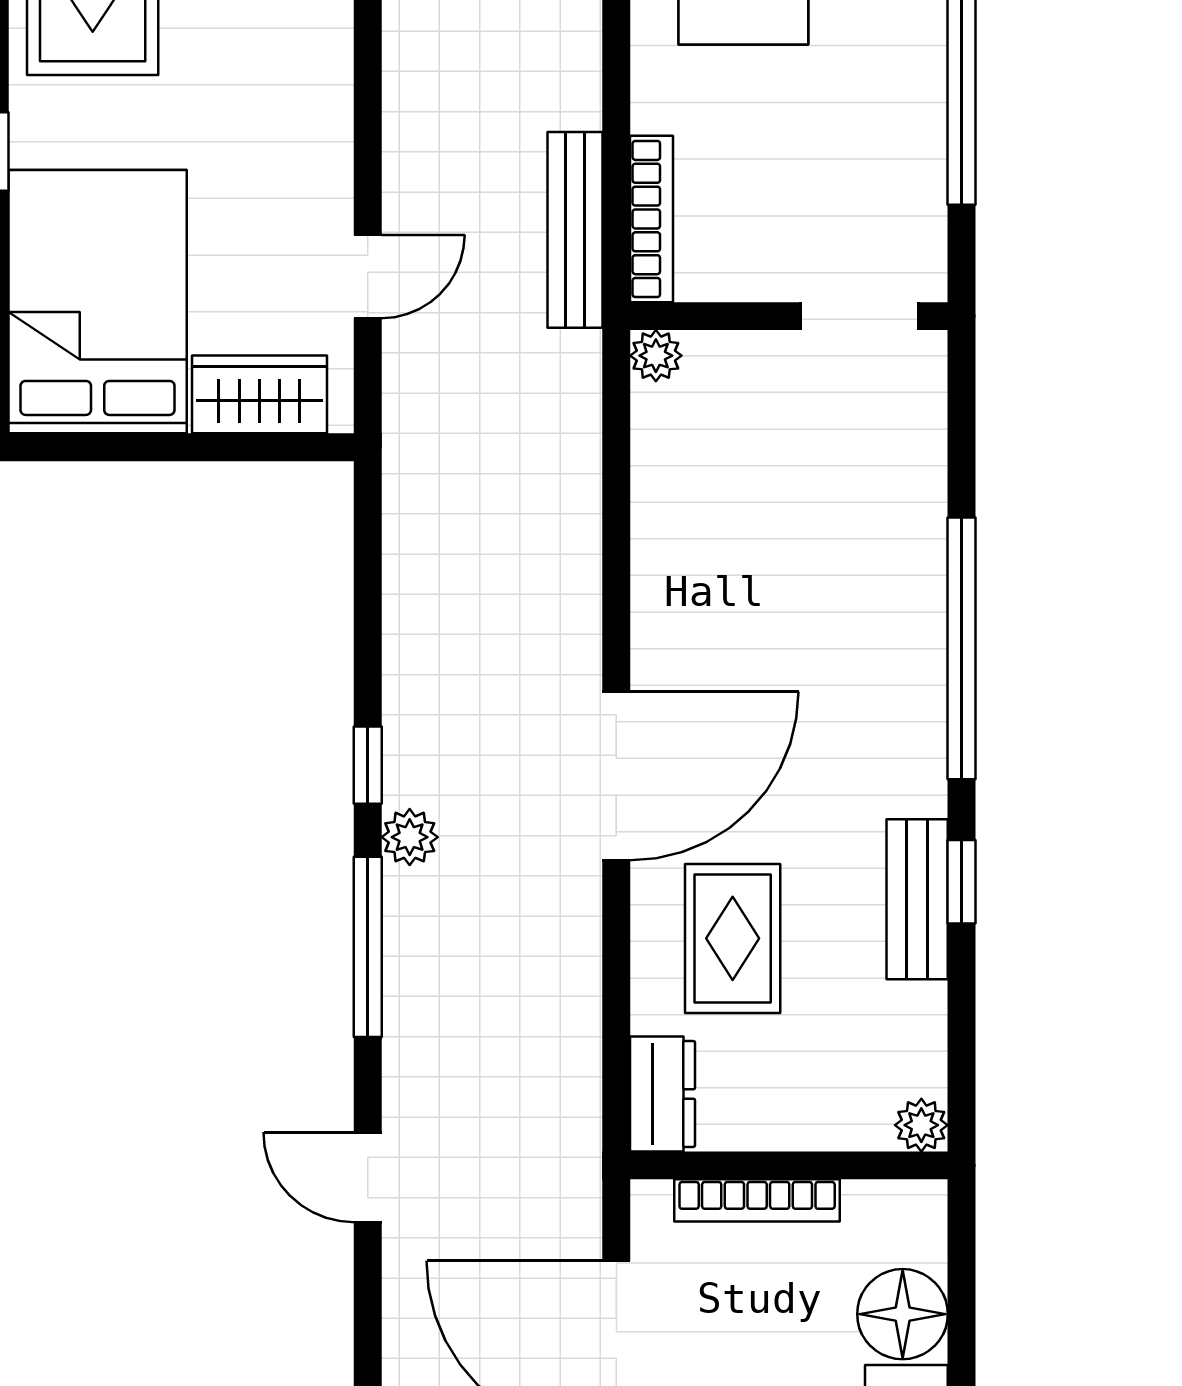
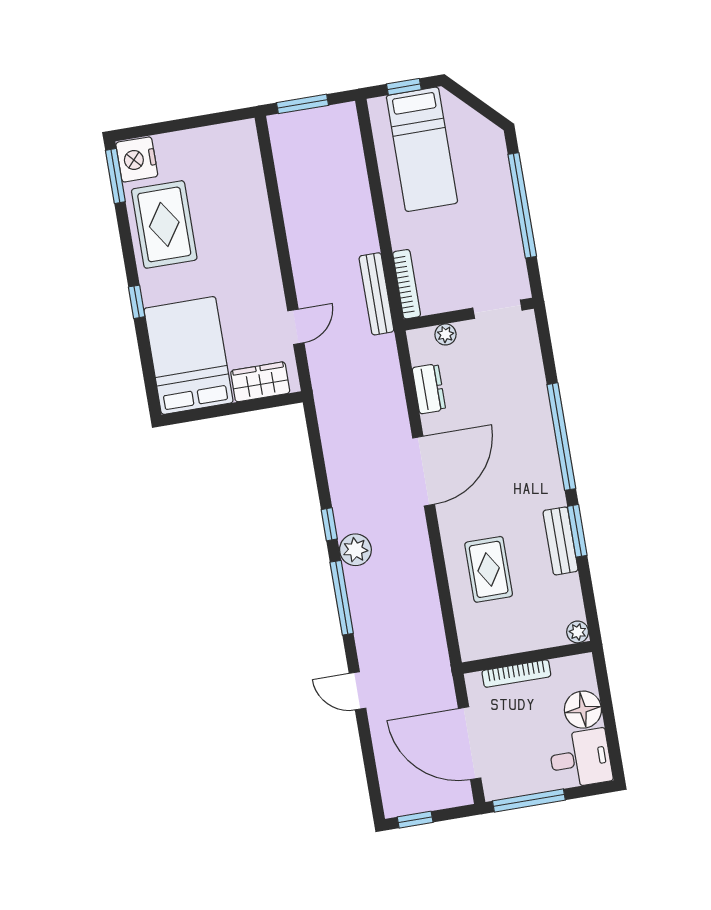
plant: (656, 356) -> (445, 334), moved
door: (616, 776) -> (424, 471), moved
plant: (410, 837) -> (355, 550), width x1.38, depth x1.38
window: (962, 882) -> (577, 531), width x1.50
dresser: (663, 1094) -> (429, 389), moved

